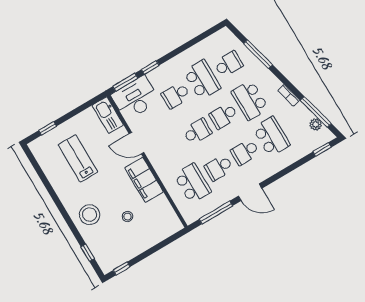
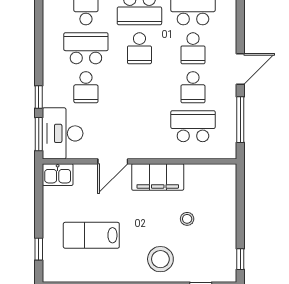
kitchen sink: (108, 115) -> (58, 175), width x0.73
school desk: (197, 131) -> (139, 87), removed

